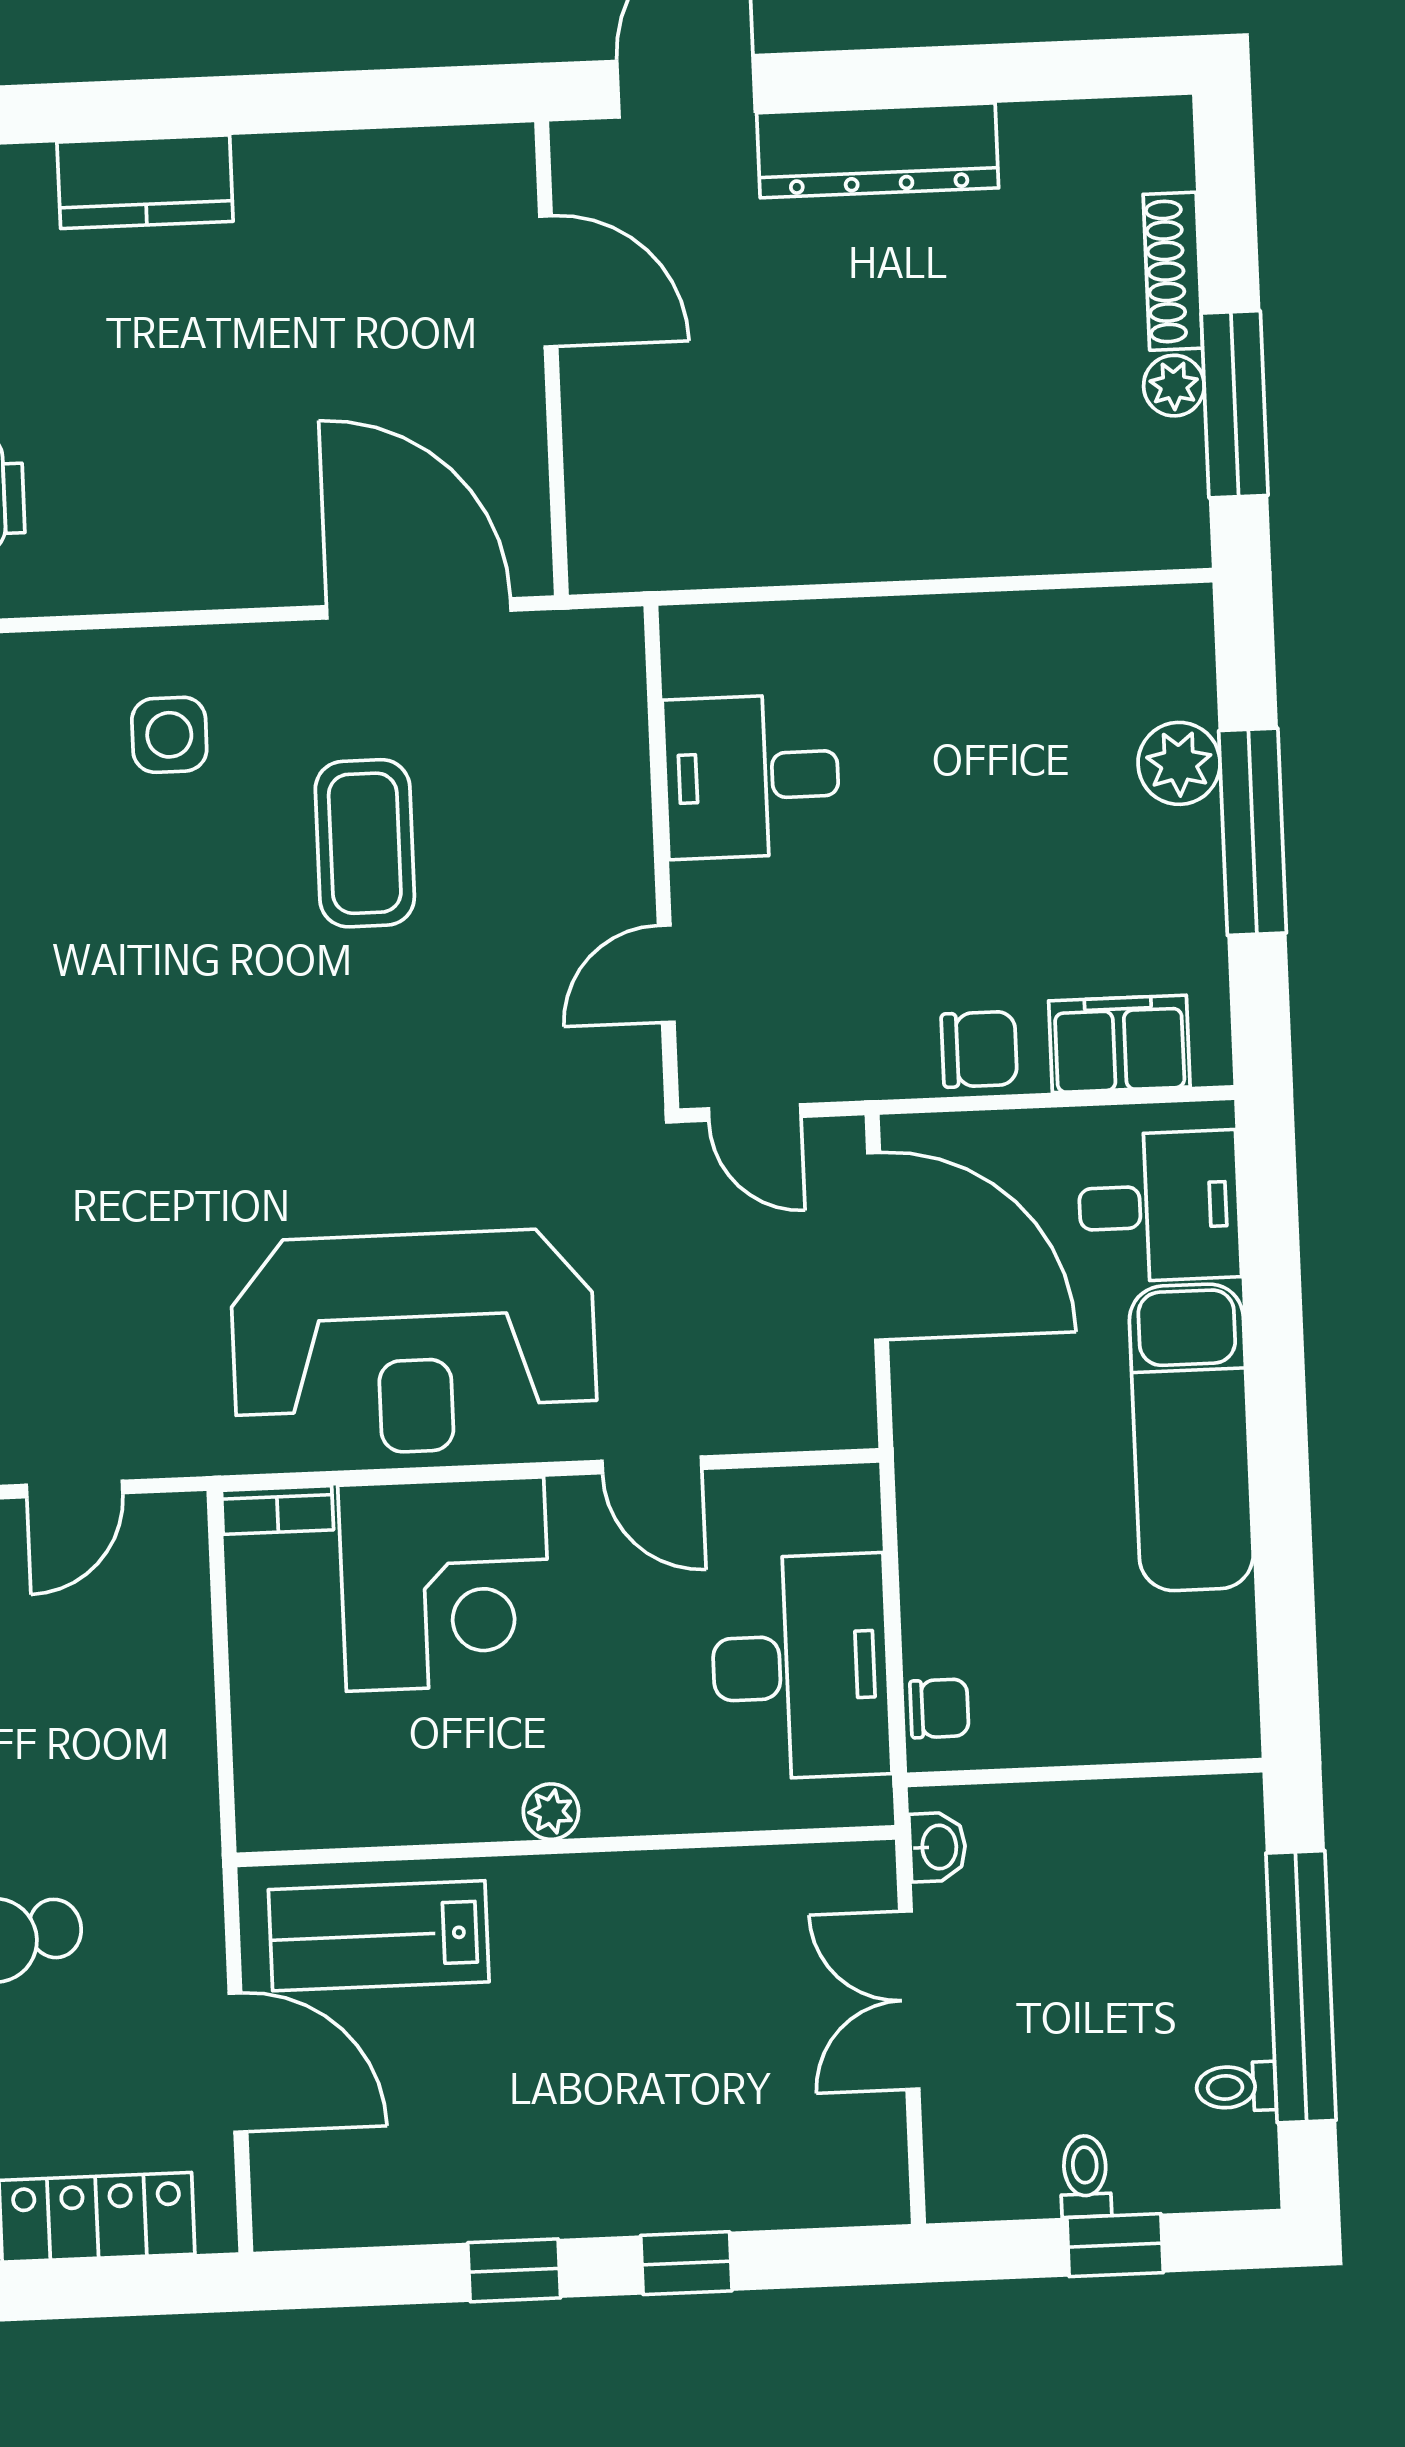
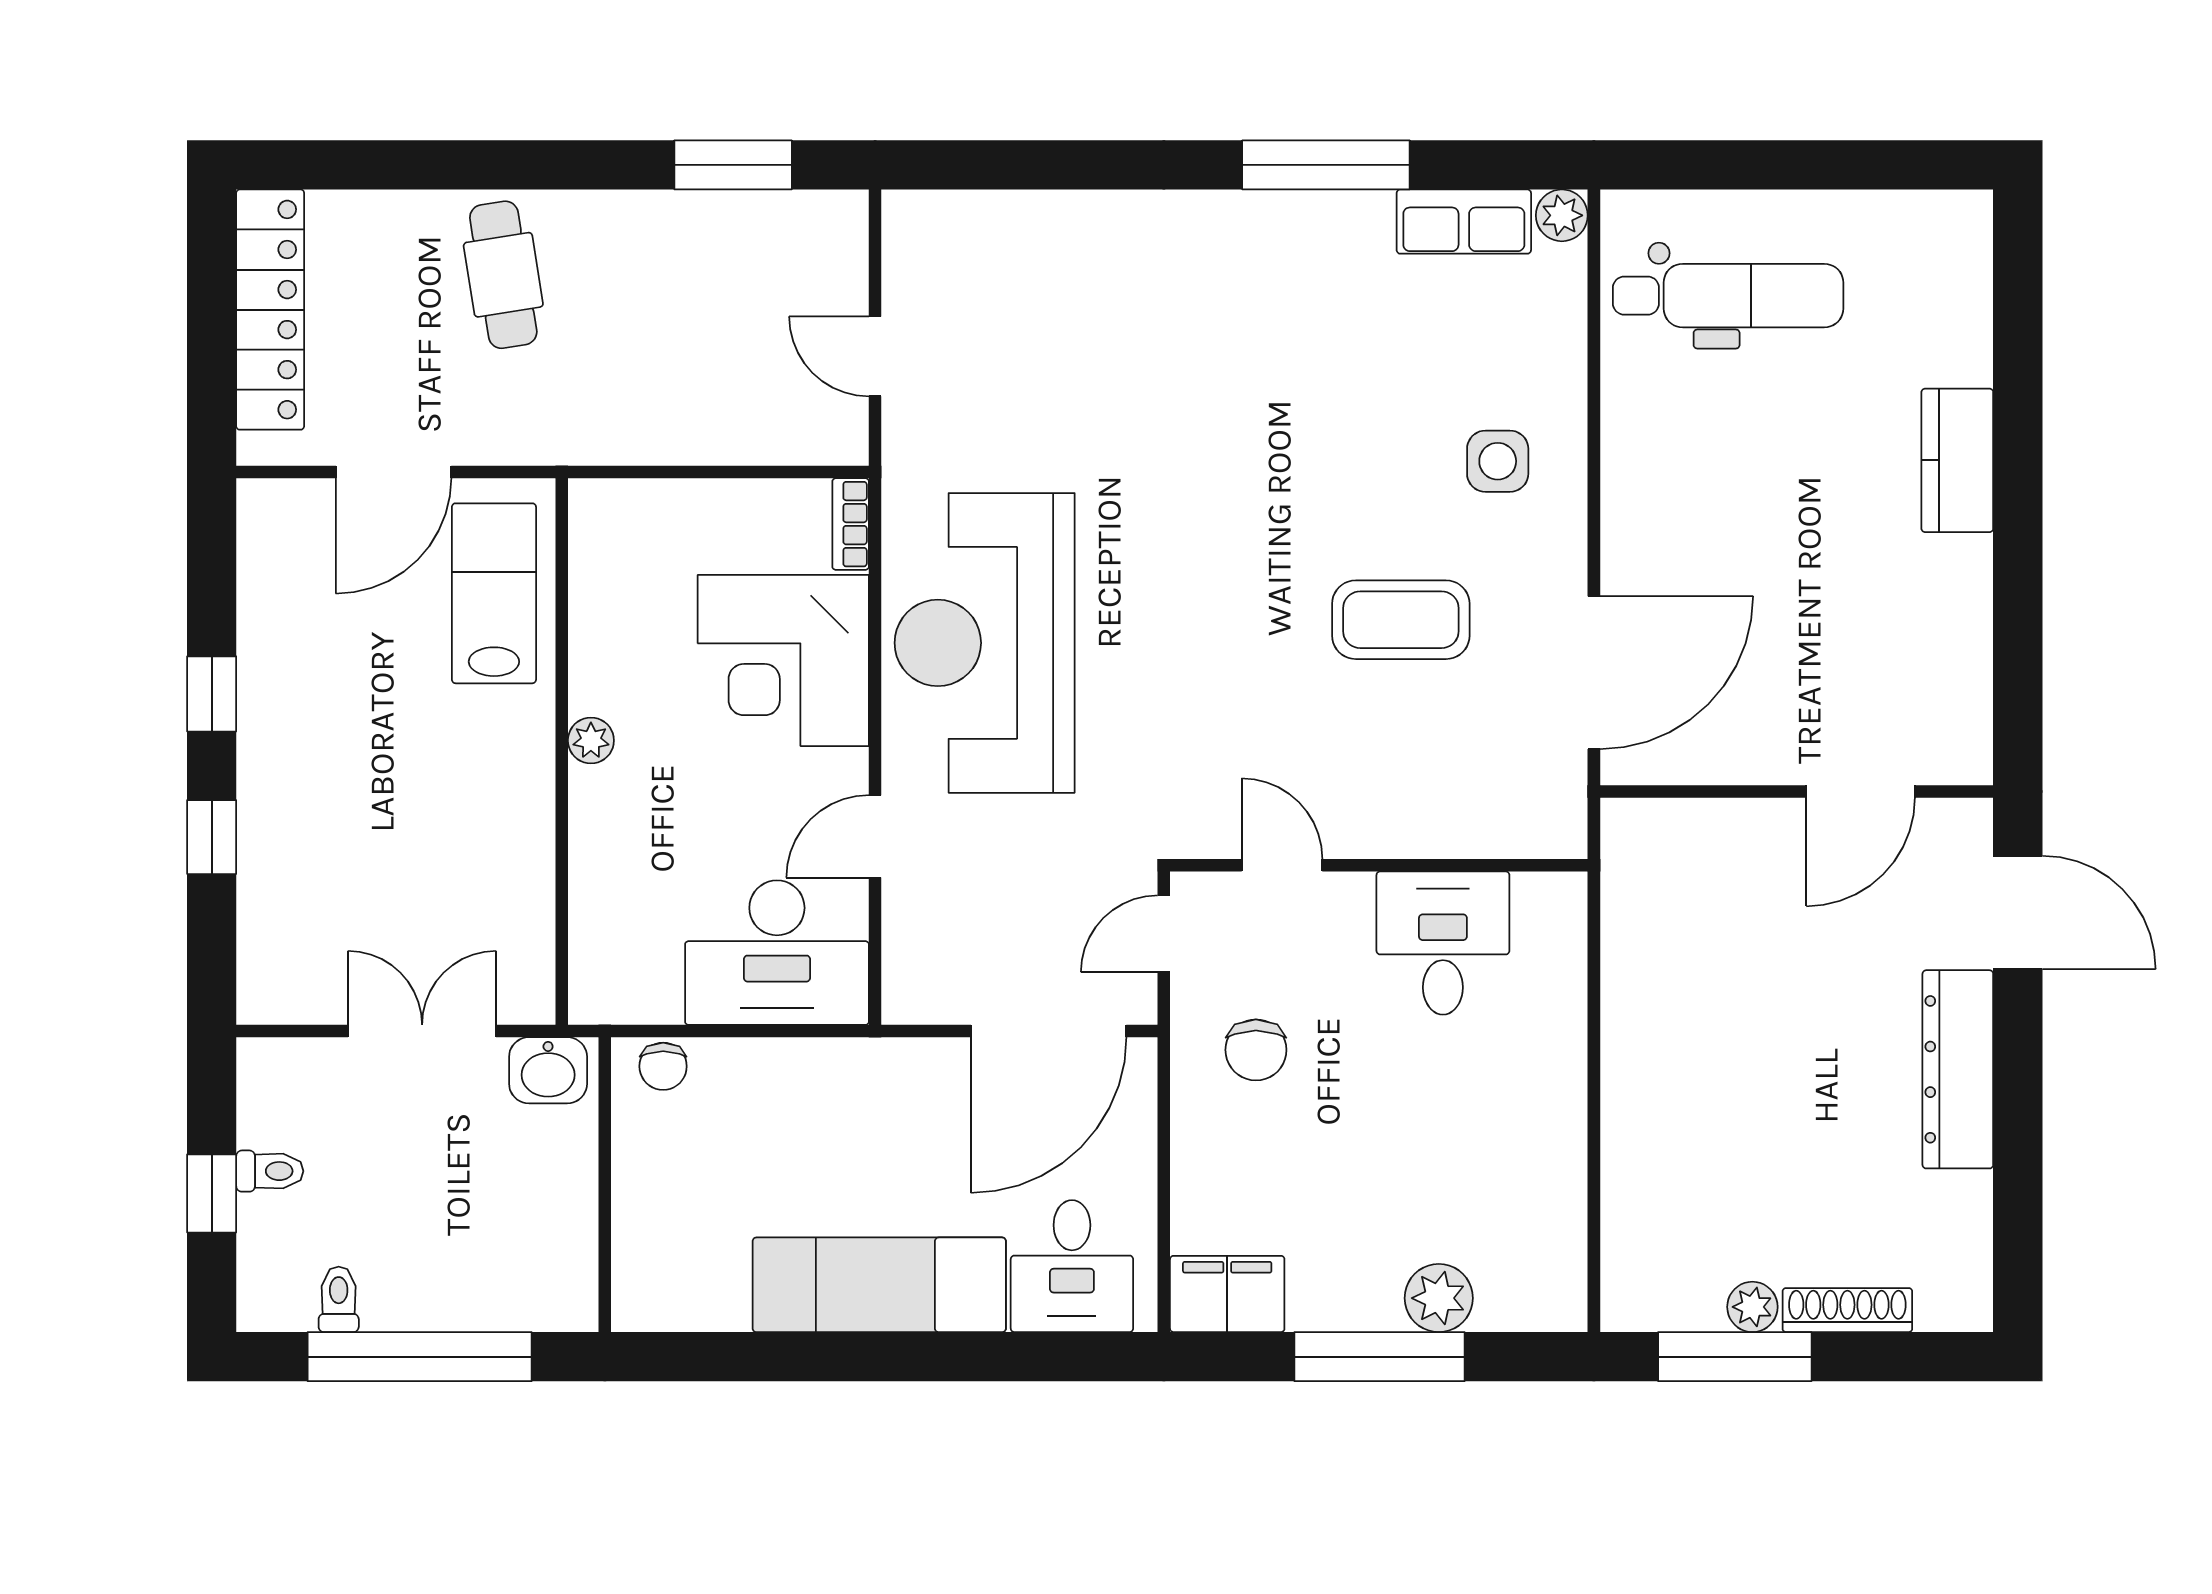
filing cabinet: (1119, 1044) -> (1227, 1294), moved, turned -90
chair: (979, 1049) -> (1256, 1050), moved
desk: (801, 1667) -> (777, 953), moved
washbasin: (938, 1847) -> (548, 1070), width x1.38, depth x1.45

